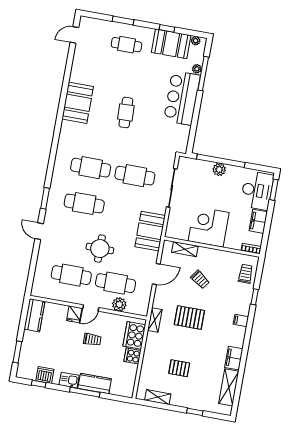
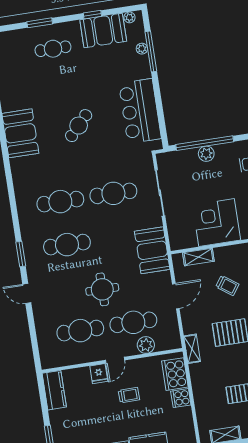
bar counter: (182, 98) -> (140, 111), moved
cafe table: (126, 112) -> (79, 126), turned 45

